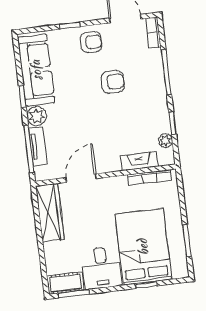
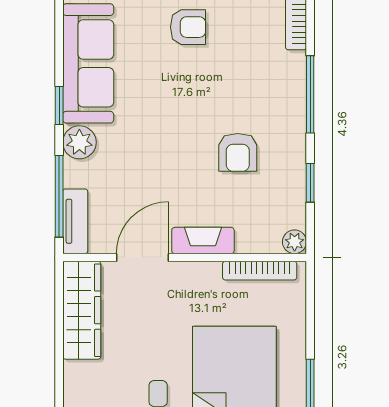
armchair: (113, 82) -> (238, 152), moved, turned 90
plant: (166, 141) -> (295, 242), moved
tv unit: (38, 146) -> (75, 221), moved
fireplace: (139, 161) -> (203, 241), moved

